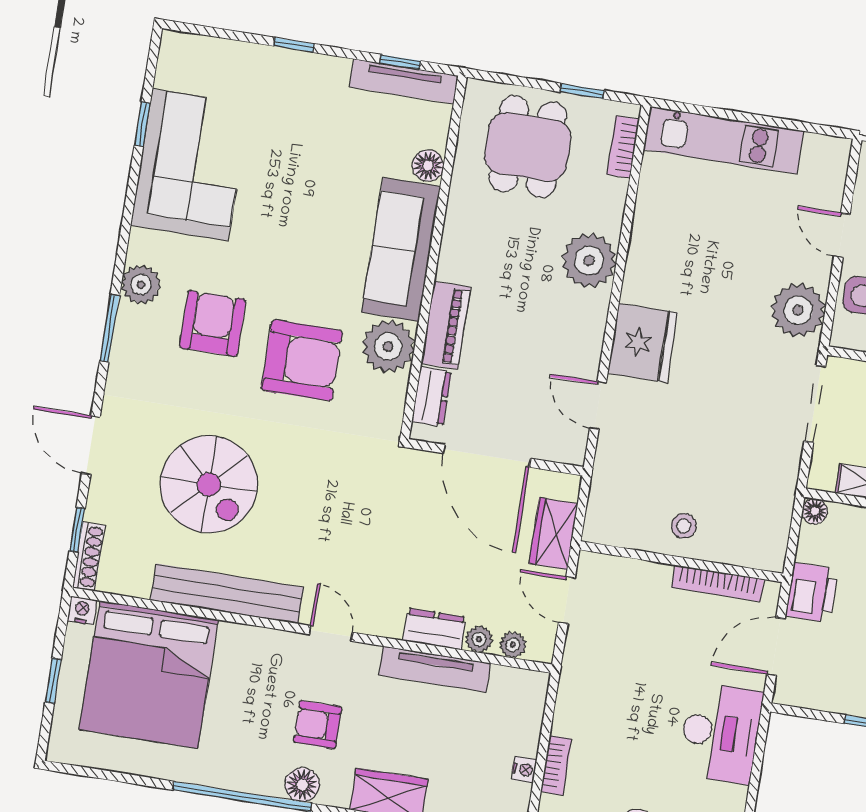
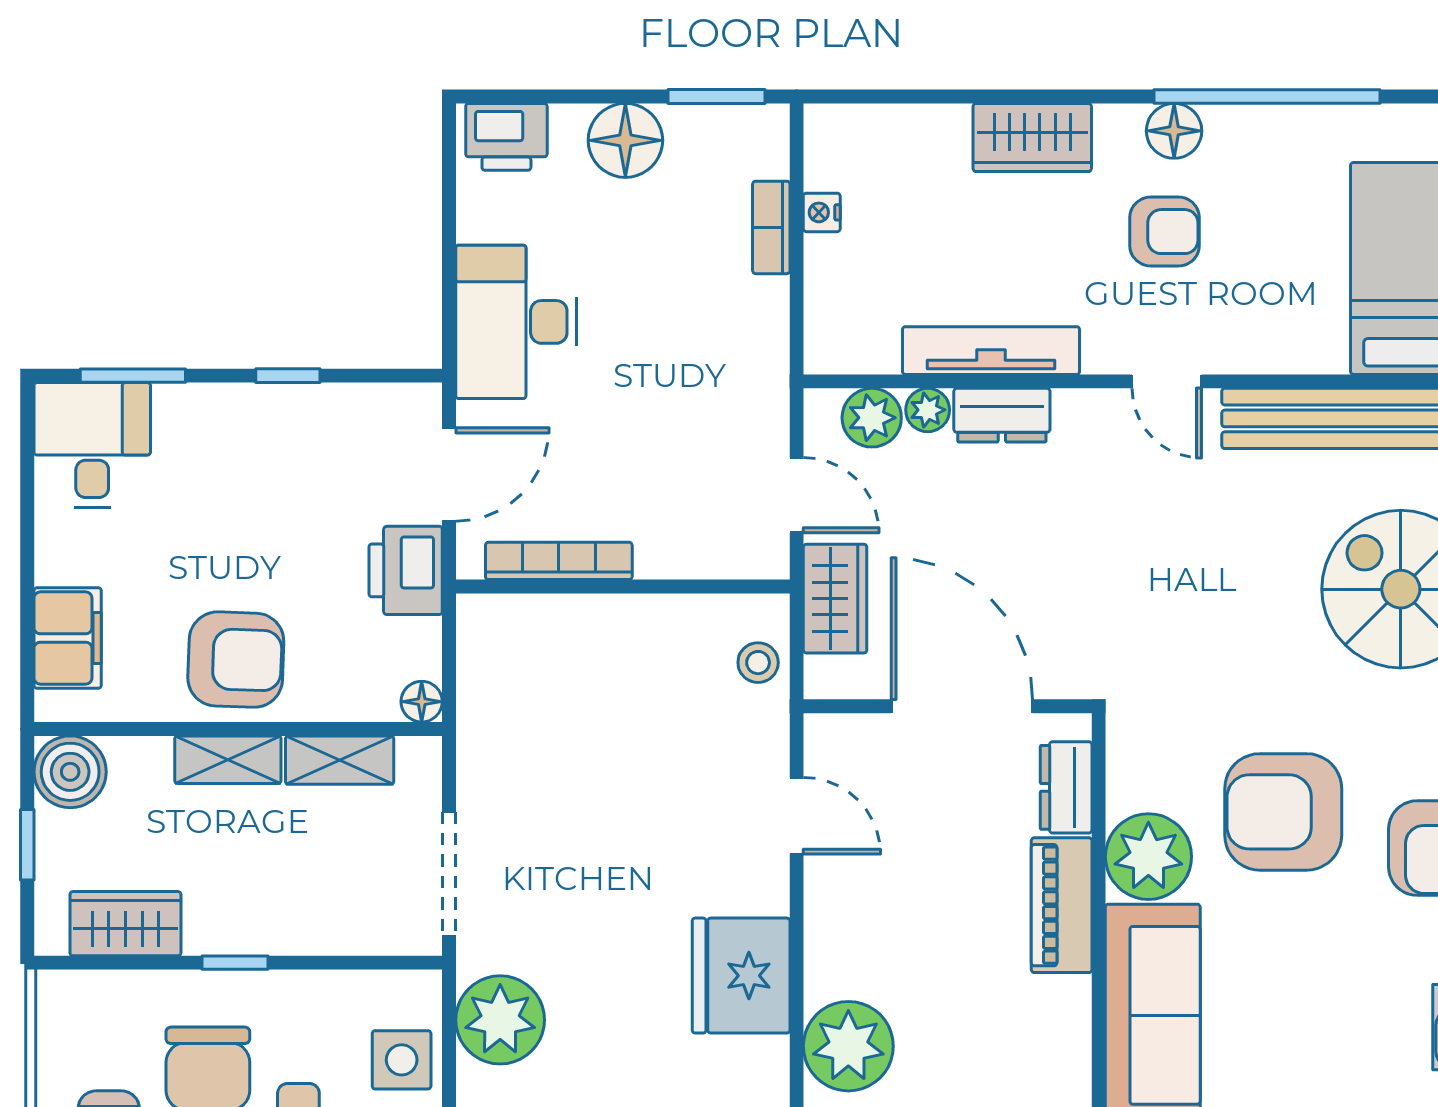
fridge: (643, 343) -> (741, 976), moved
stool: (684, 526) -> (758, 663), moved
plant: (513, 645) -> (872, 418), width x1.38, depth x1.38

